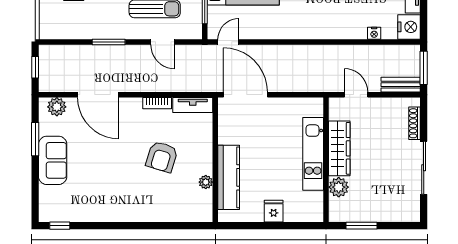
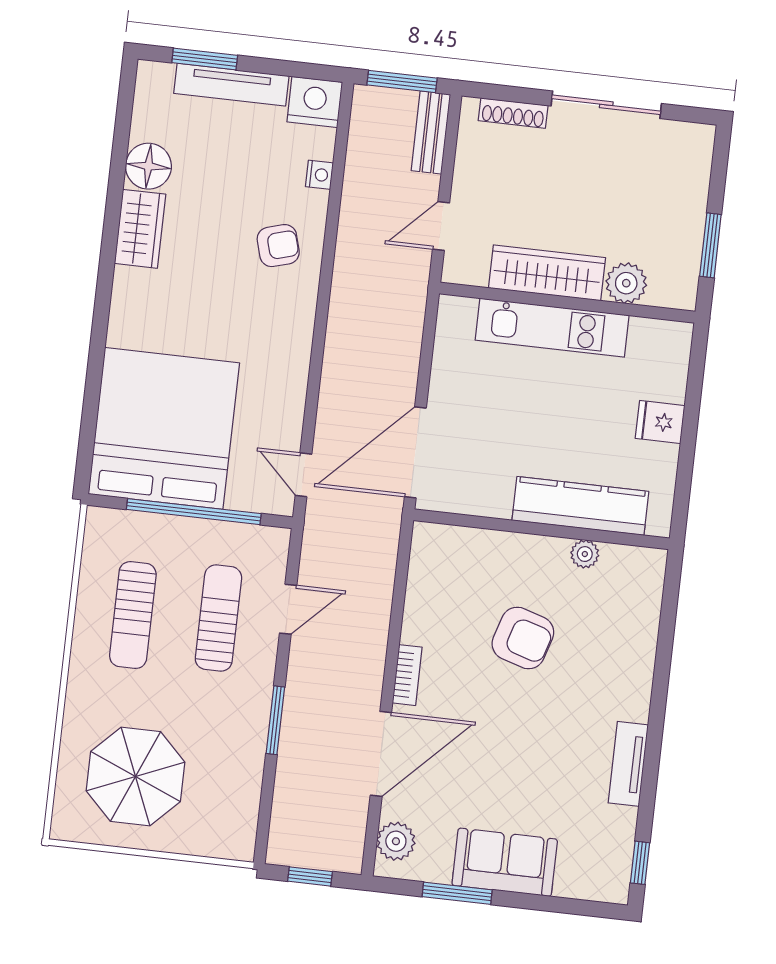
armchair: (338, 17) -> (278, 246), added
bookcase: (157, 103) -> (407, 675), moved
tv unit: (193, 105) -> (628, 764), moved, turned 180

